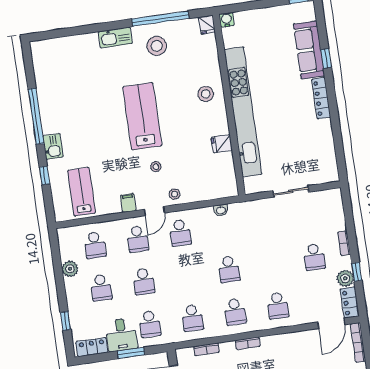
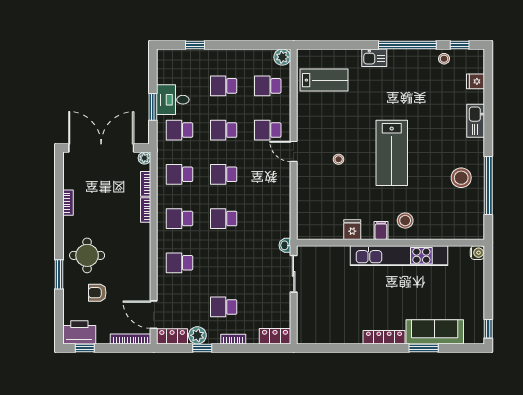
fridge: (207, 25) -> (475, 81), moved
kitchen sink: (115, 38) -> (476, 121), moved
window: (326, 58) -> (424, 348), width x1.50
kitchen unit: (243, 112) -> (399, 256), width x0.73
lab bench: (142, 116) -> (392, 153), turned 90
window: (45, 176) -> (460, 45), moved
sliding door: (291, 191) -> (294, 274), moved
stool: (174, 194) -> (444, 59), moved
filing cabinet: (128, 203) -> (381, 230), moved, turned -90
washbasin: (221, 210) -> (285, 245), moved
school desk: (180, 233) -> (224, 174), moved
plant: (70, 269) -> (282, 57), moved
bookcase: (248, 343) -> (146, 210), moved
locker: (92, 347) -> (275, 336), moved, turned -90
plant: (182, 354) -> (144, 158), added

